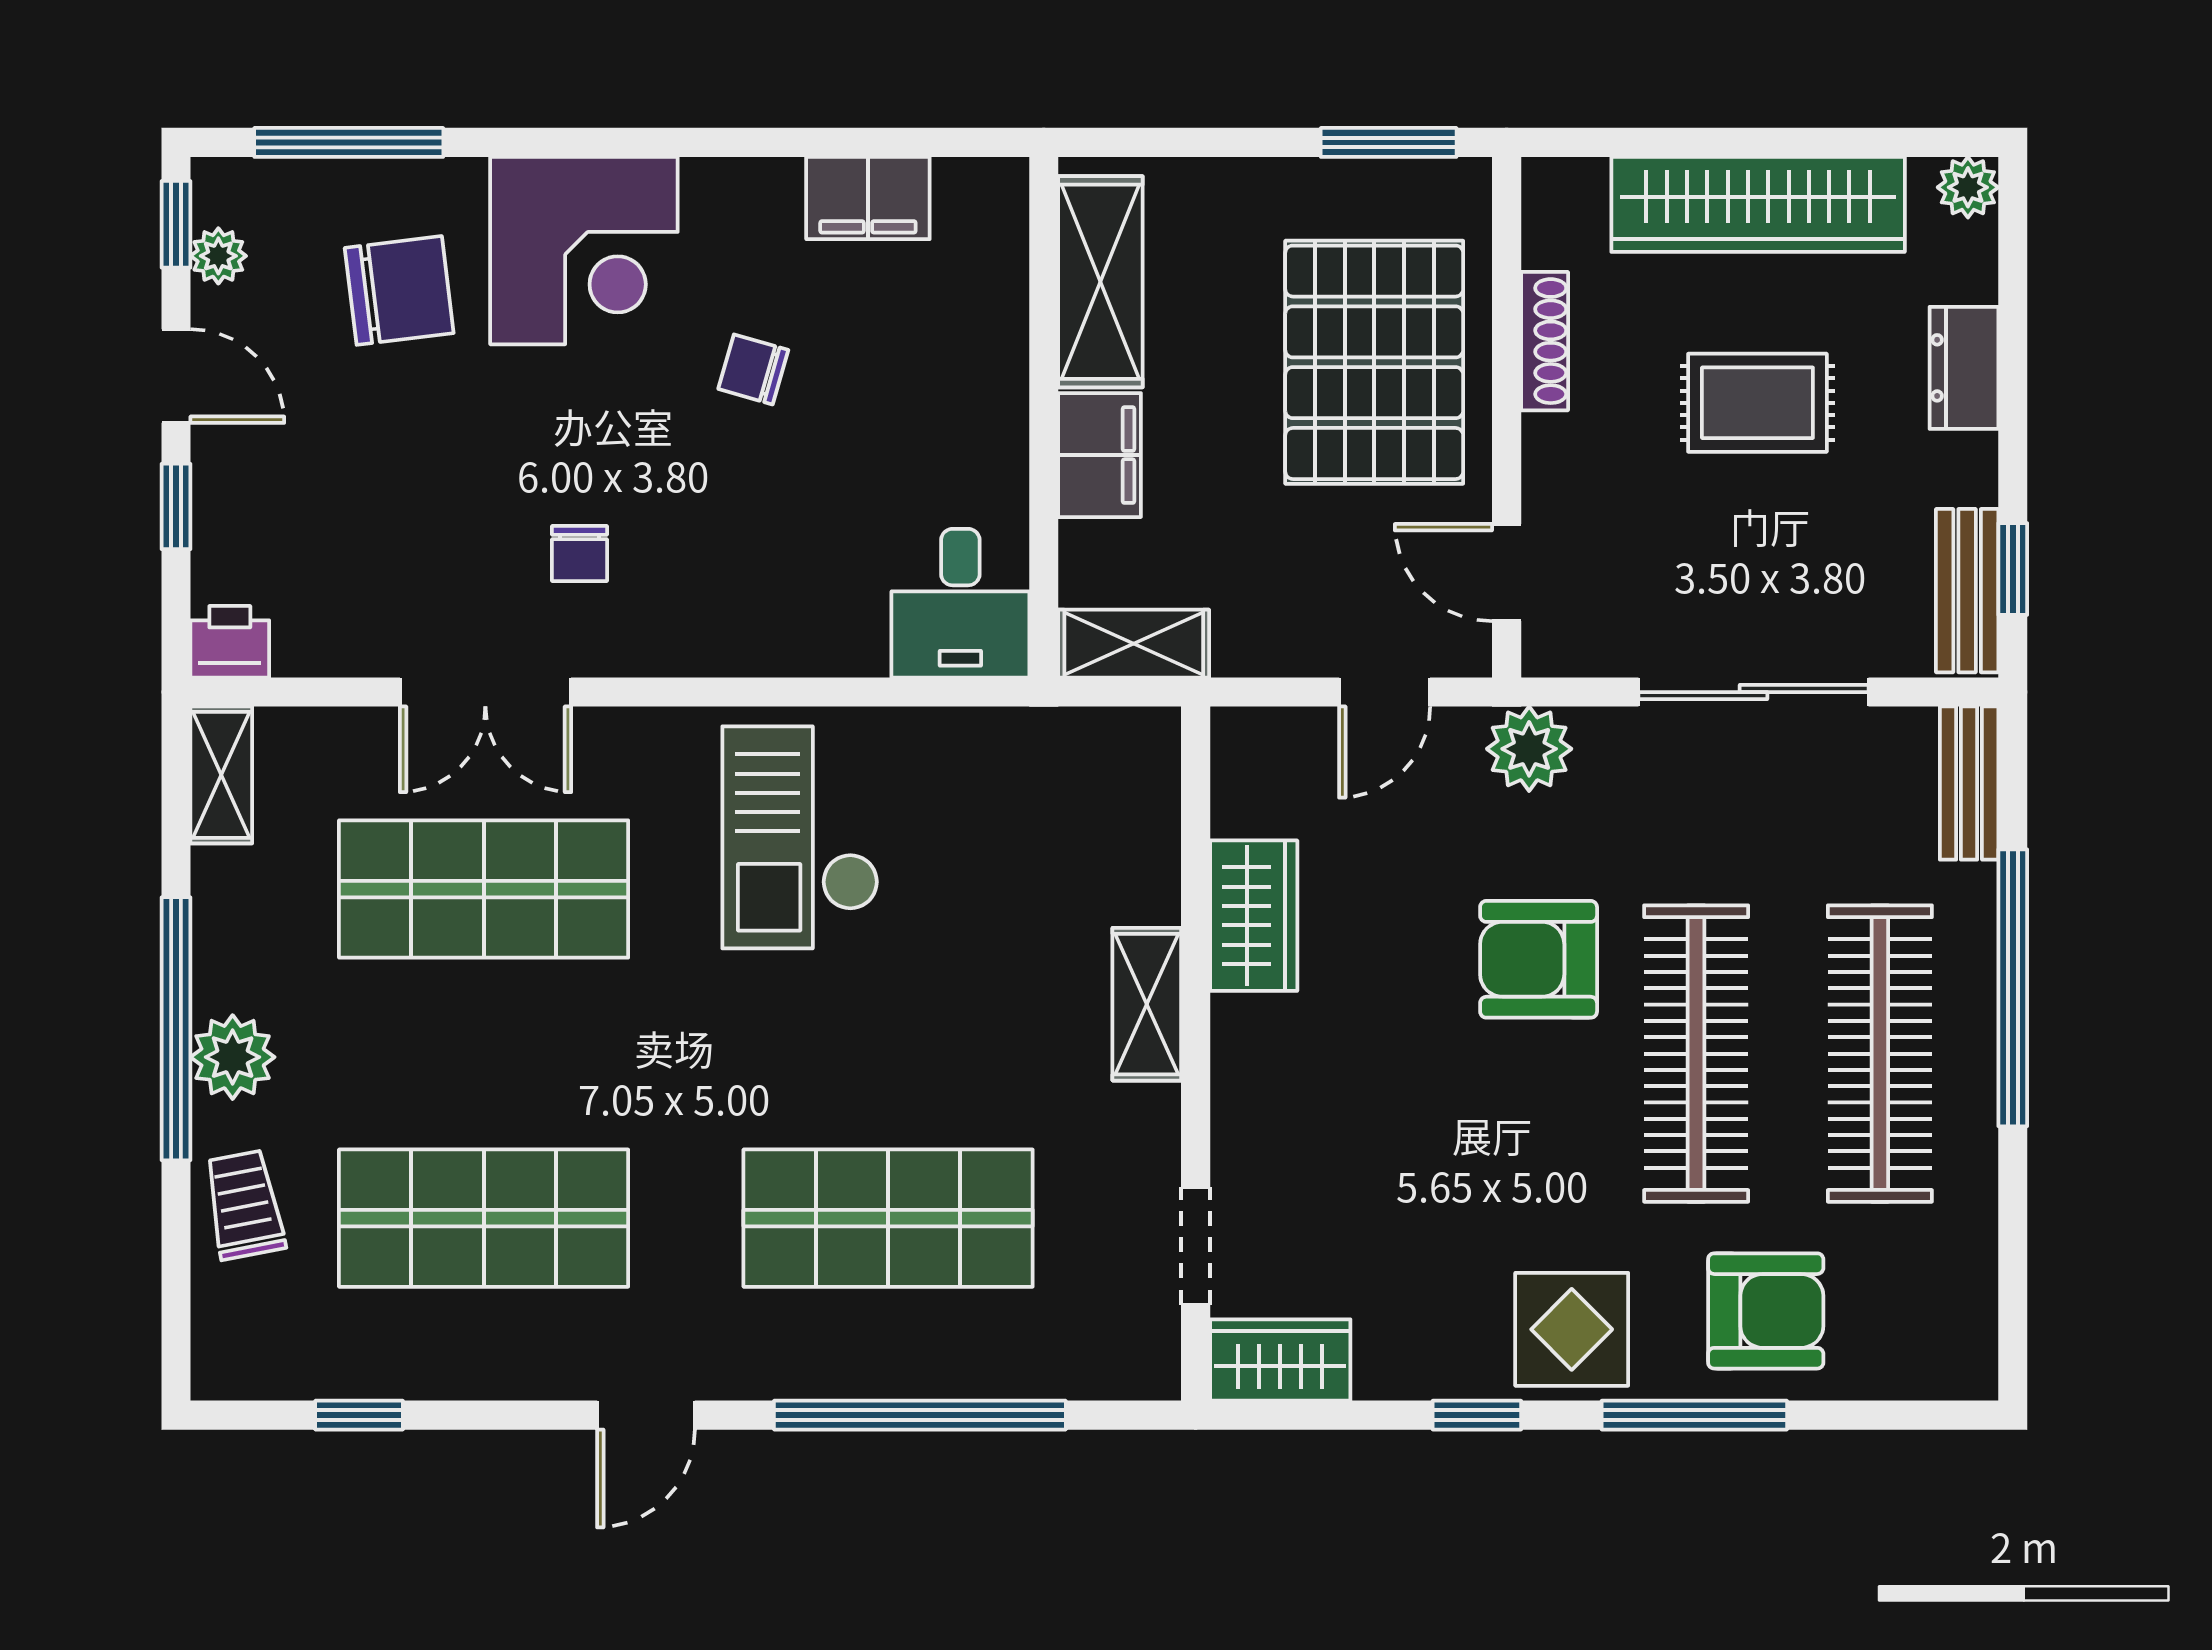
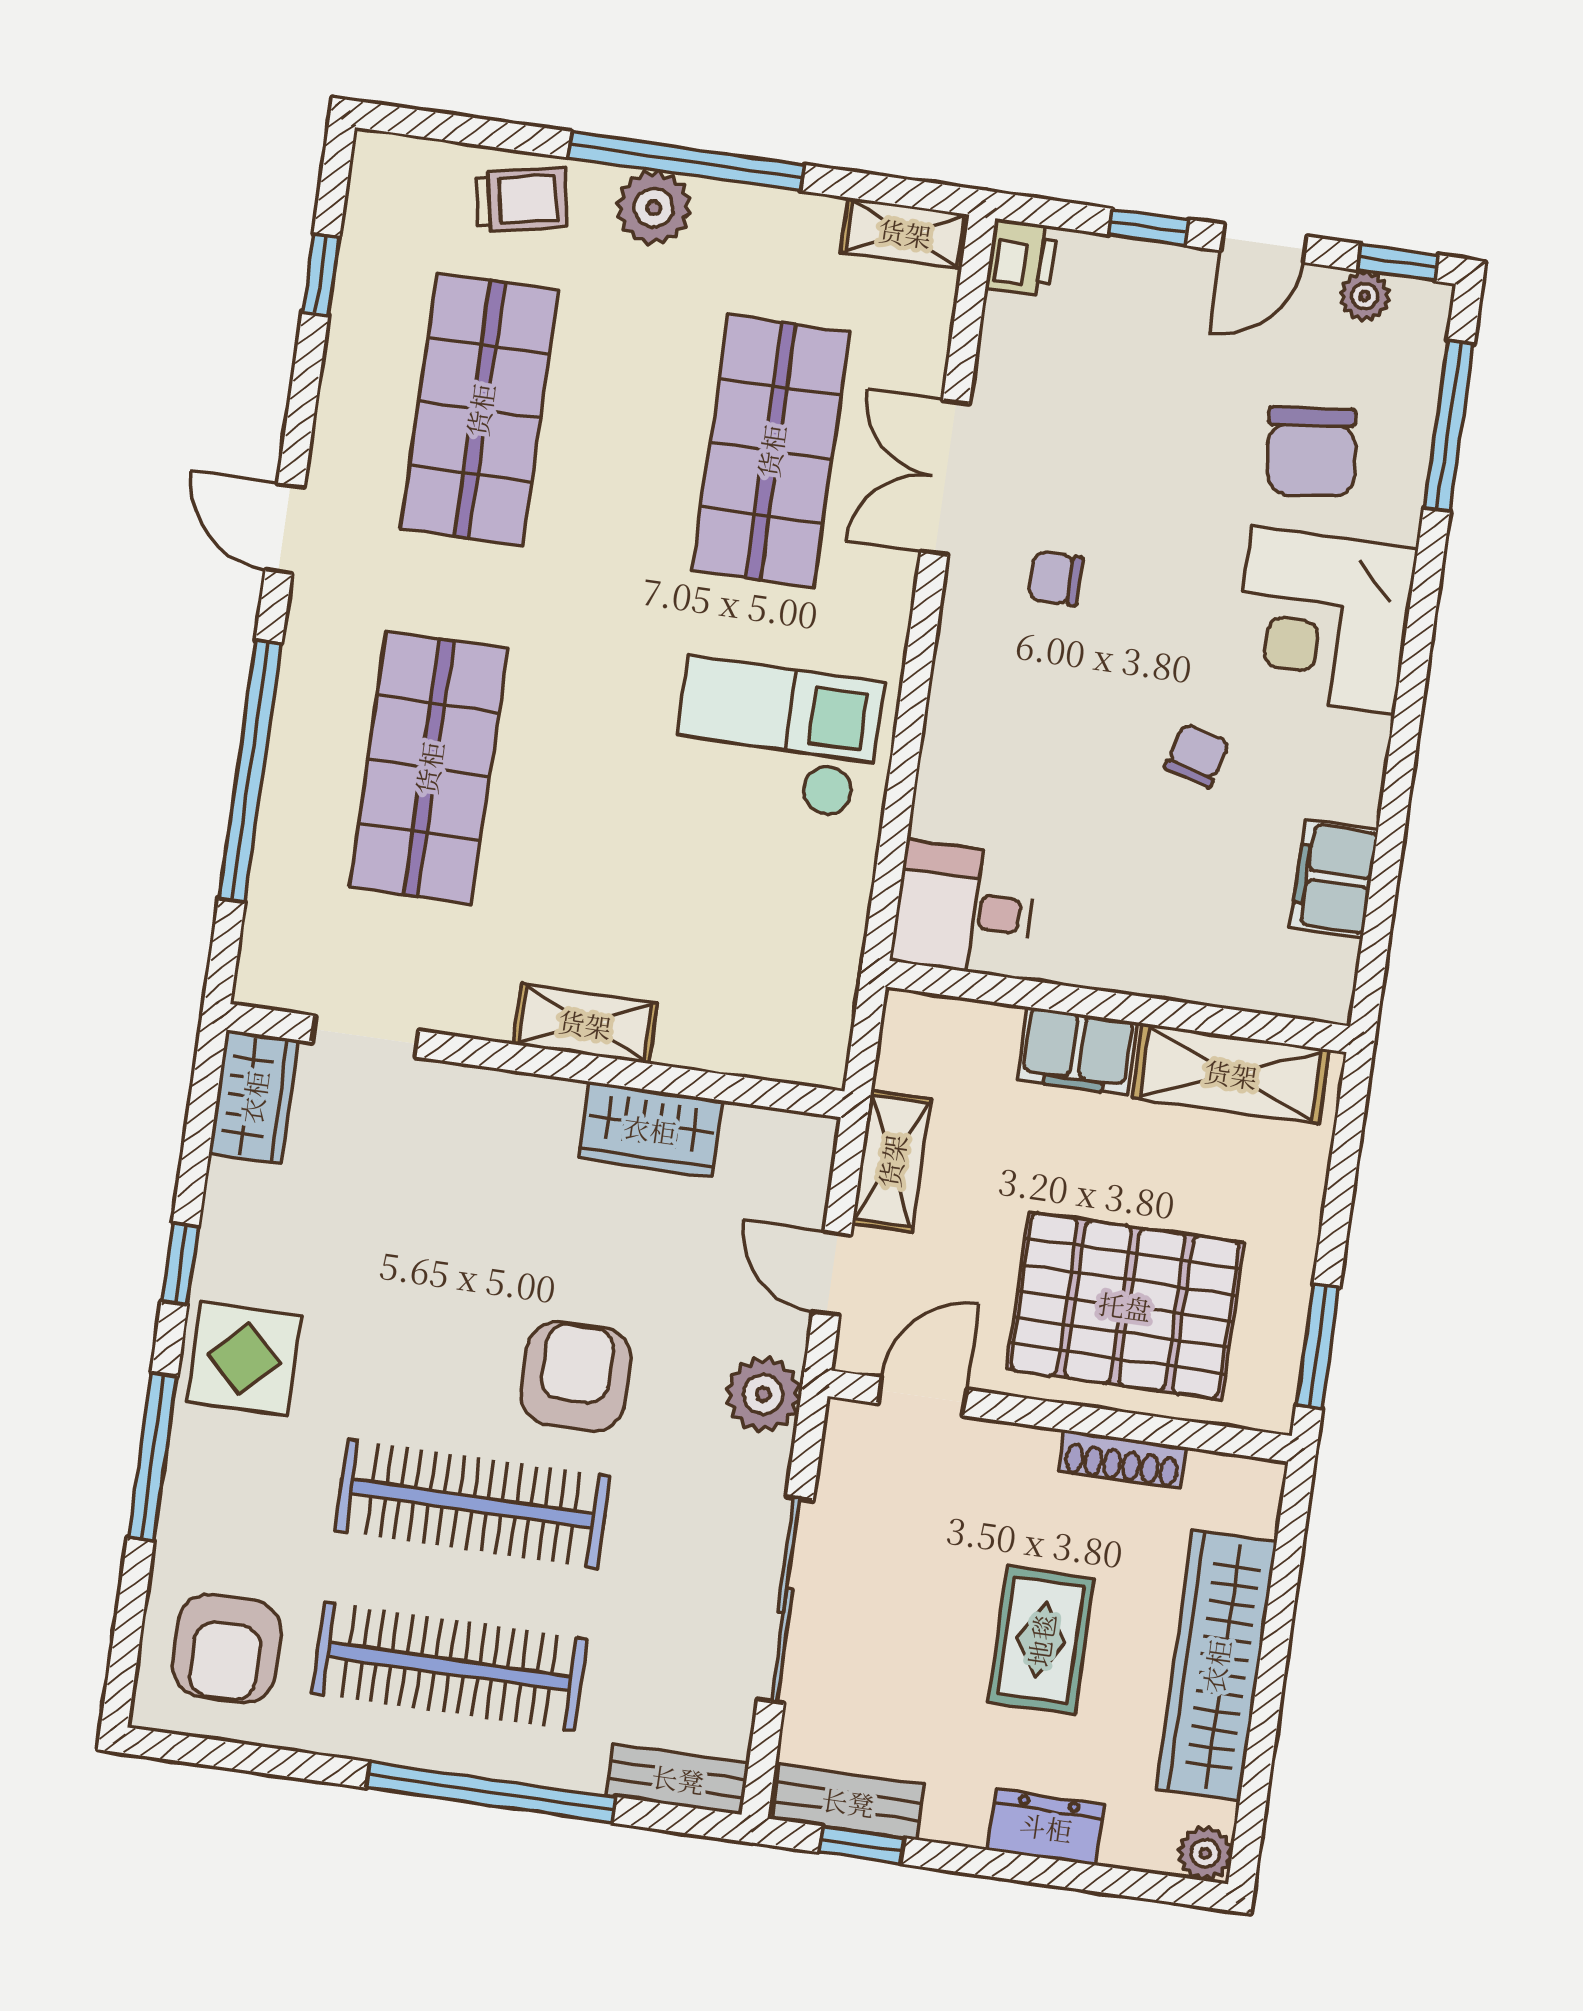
shelving: (1134, 644) -> (892, 1161), moved
armchair: (1766, 1311) -> (227, 1649), moved

